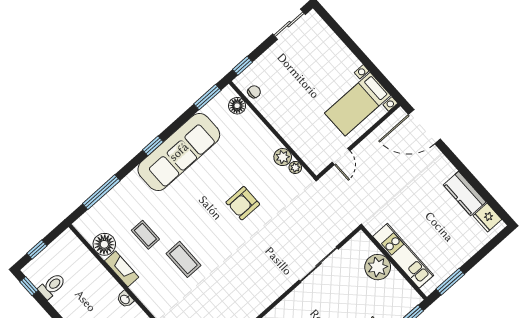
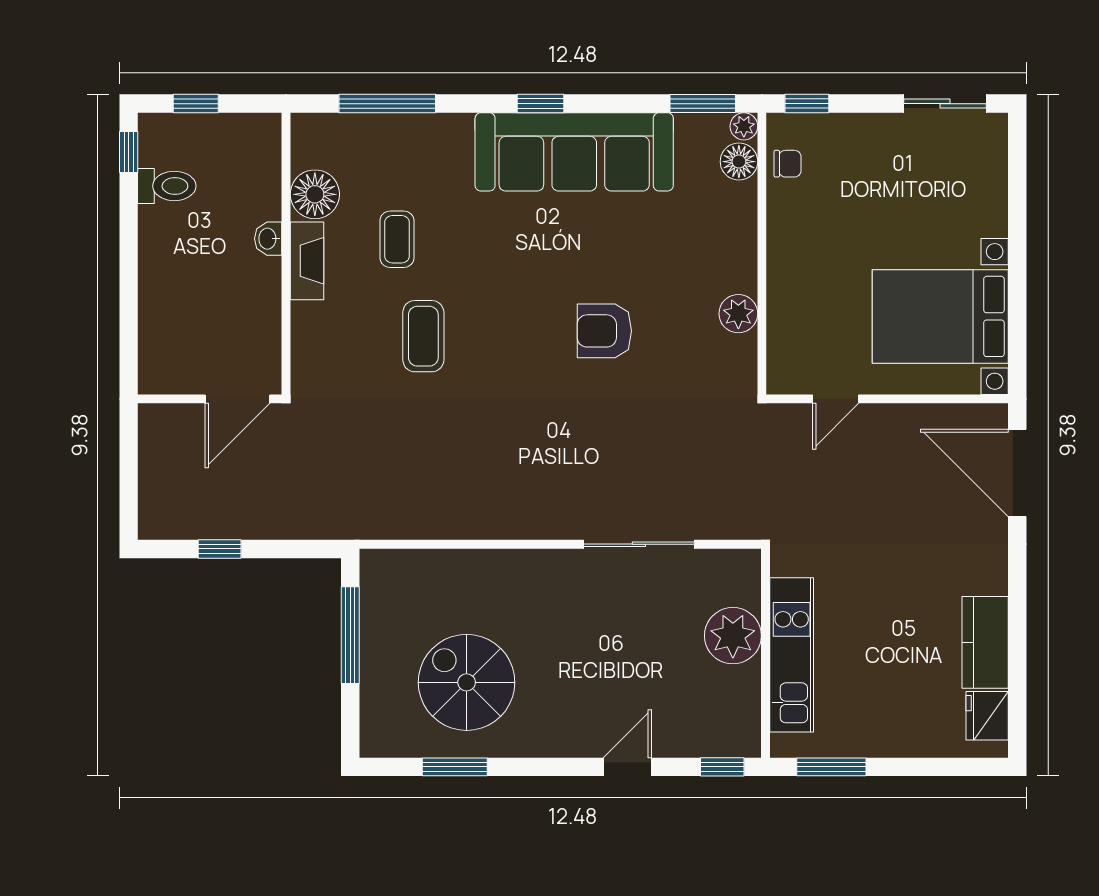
bed with nightstands: (358, 104) -> (940, 316), width x1.36
plant: (295, 167) -> (744, 126), moved
washbasin: (125, 299) -> (268, 239), moved

